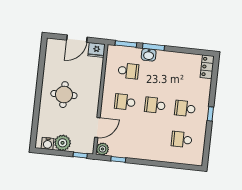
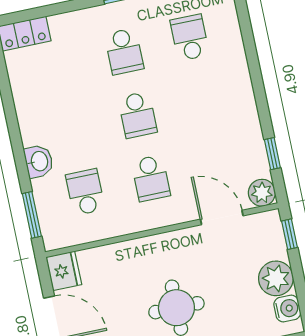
window: (154, 47) -> (20, 157), removed
school desk: (182, 139) -> (190, 38), turned 180

